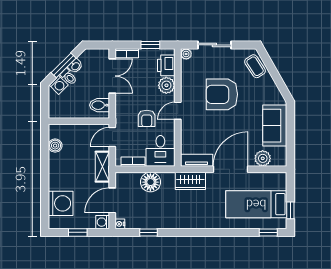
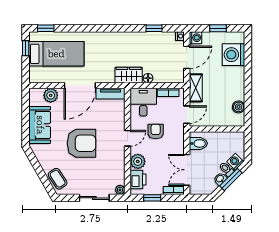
armchair: (222, 94) -> (82, 143), moved
wardrobe: (190, 181) -> (129, 75), moved
floor lamp: (150, 182) -> (148, 78), width x0.53, depth x0.53

